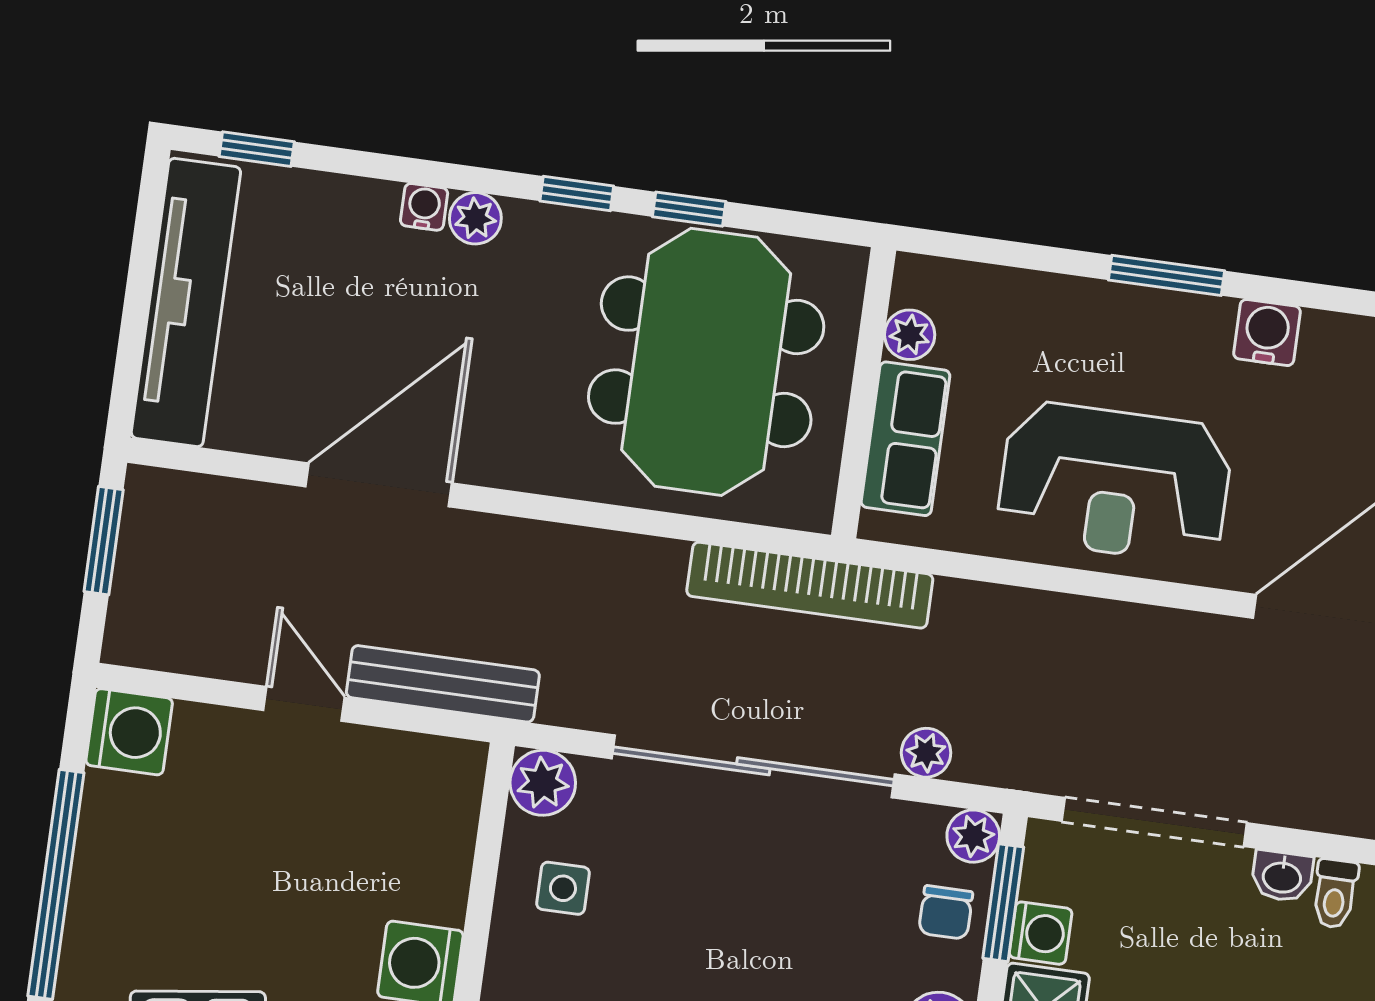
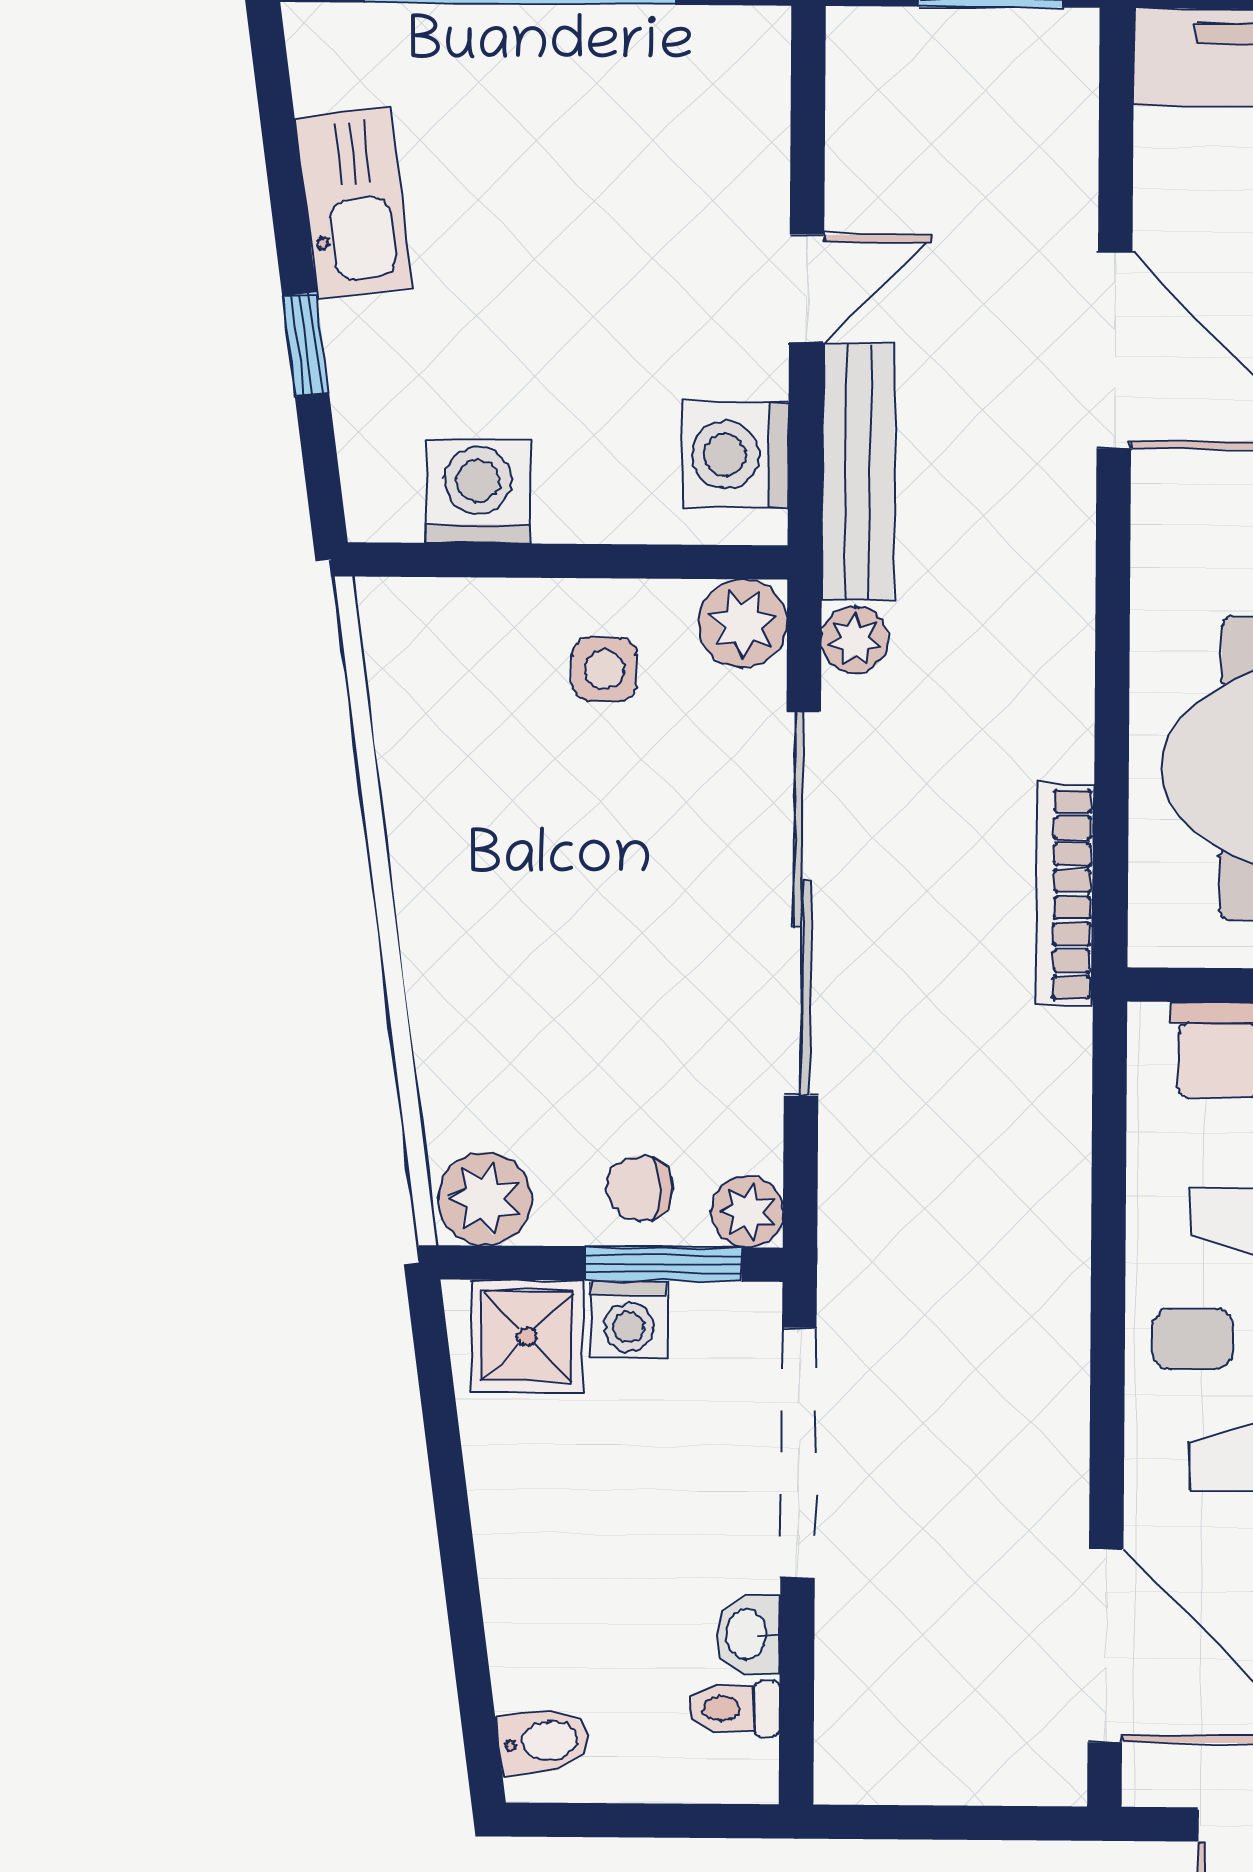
bookcase: (810, 585) -> (1065, 894), width x0.68, depth x0.76
washing machine: (129, 732) -> (735, 455), moved, turned 90
plant: (926, 753) -> (855, 640), moved

